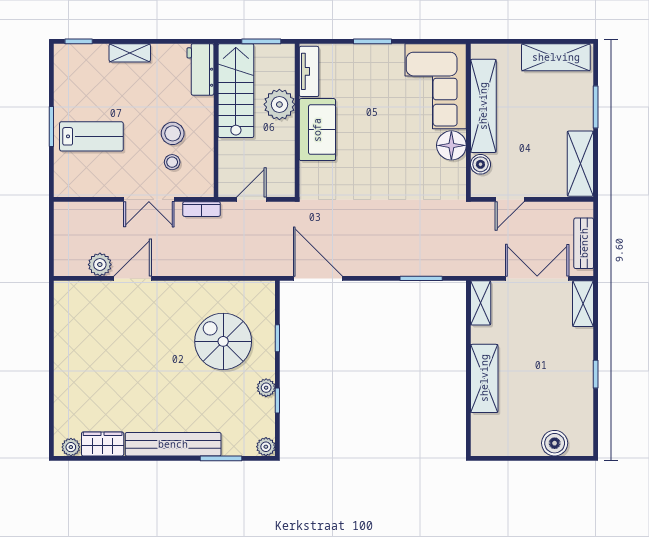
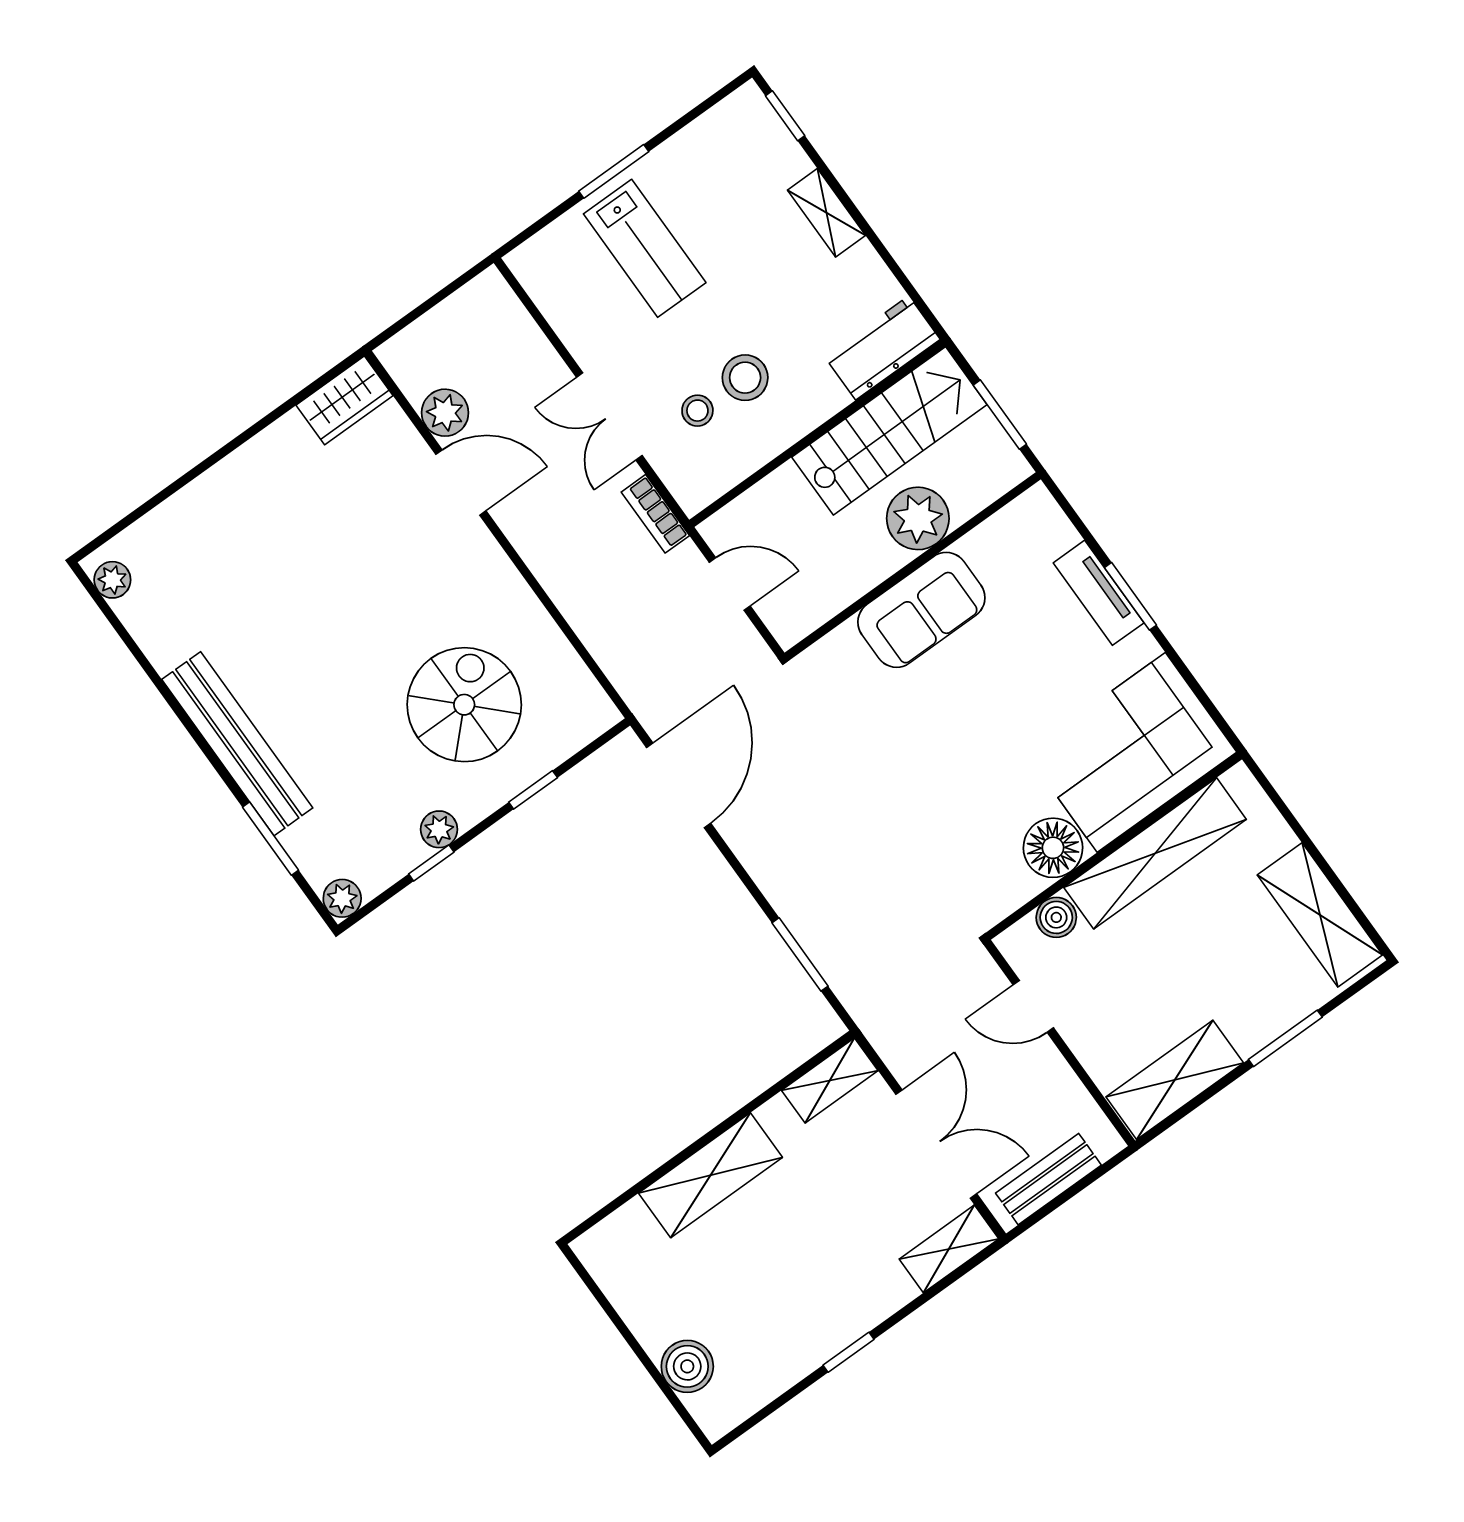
tv unit: (309, 71) -> (1099, 593), moved, turned 90
wardrobe: (103, 444) -> (344, 400), moved, turned 90

